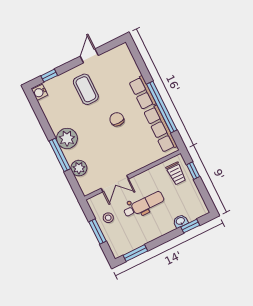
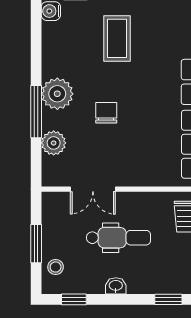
chair: (117, 119) -> (106, 113), moved
stool: (108, 218) -> (56, 267), moved
washbasin: (180, 221) -> (116, 286), moved
window: (135, 253) -> (74, 299), width x0.67

